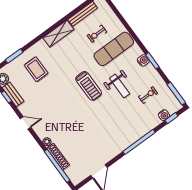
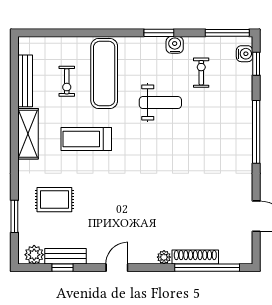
water cooler: (143, 60) -> (175, 45), moved
treadmill: (89, 86) -> (86, 139), moved, turned 180
water cooler: (164, 115) -> (245, 54), moved

